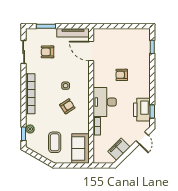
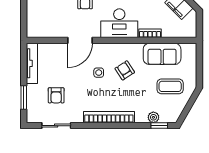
door: (91, 51) -> (80, 40), moved
sofa: (80, 149) -> (162, 54), moved

